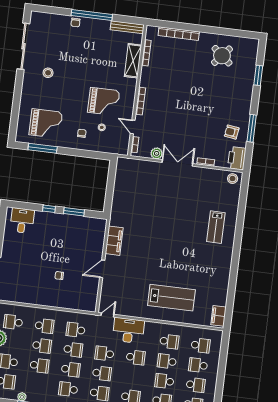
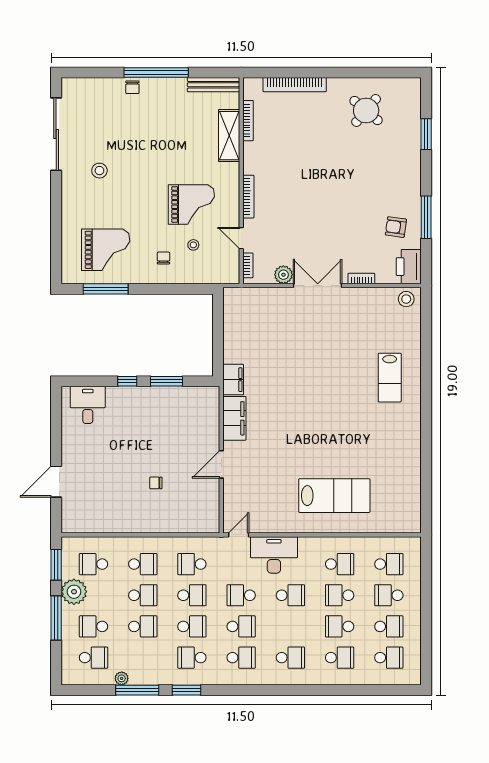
filing cabinet: (218, 316) -> (233, 380), moved, turned 180

